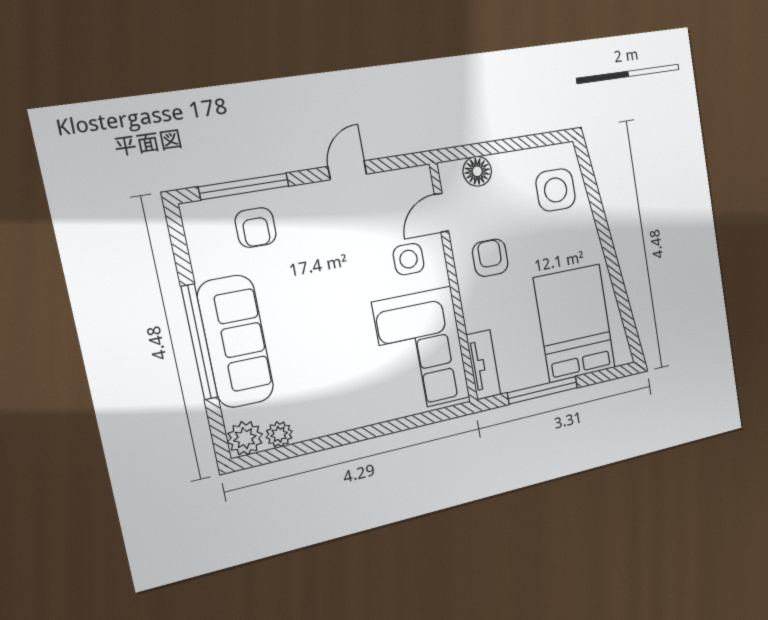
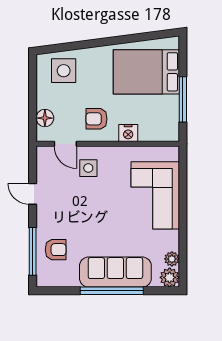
nightstand: (477, 314) -> (128, 133), added
corner sofa: (421, 350) -> (155, 195), moved, turned 90
tv unit: (483, 365) -> (159, 134), removed

